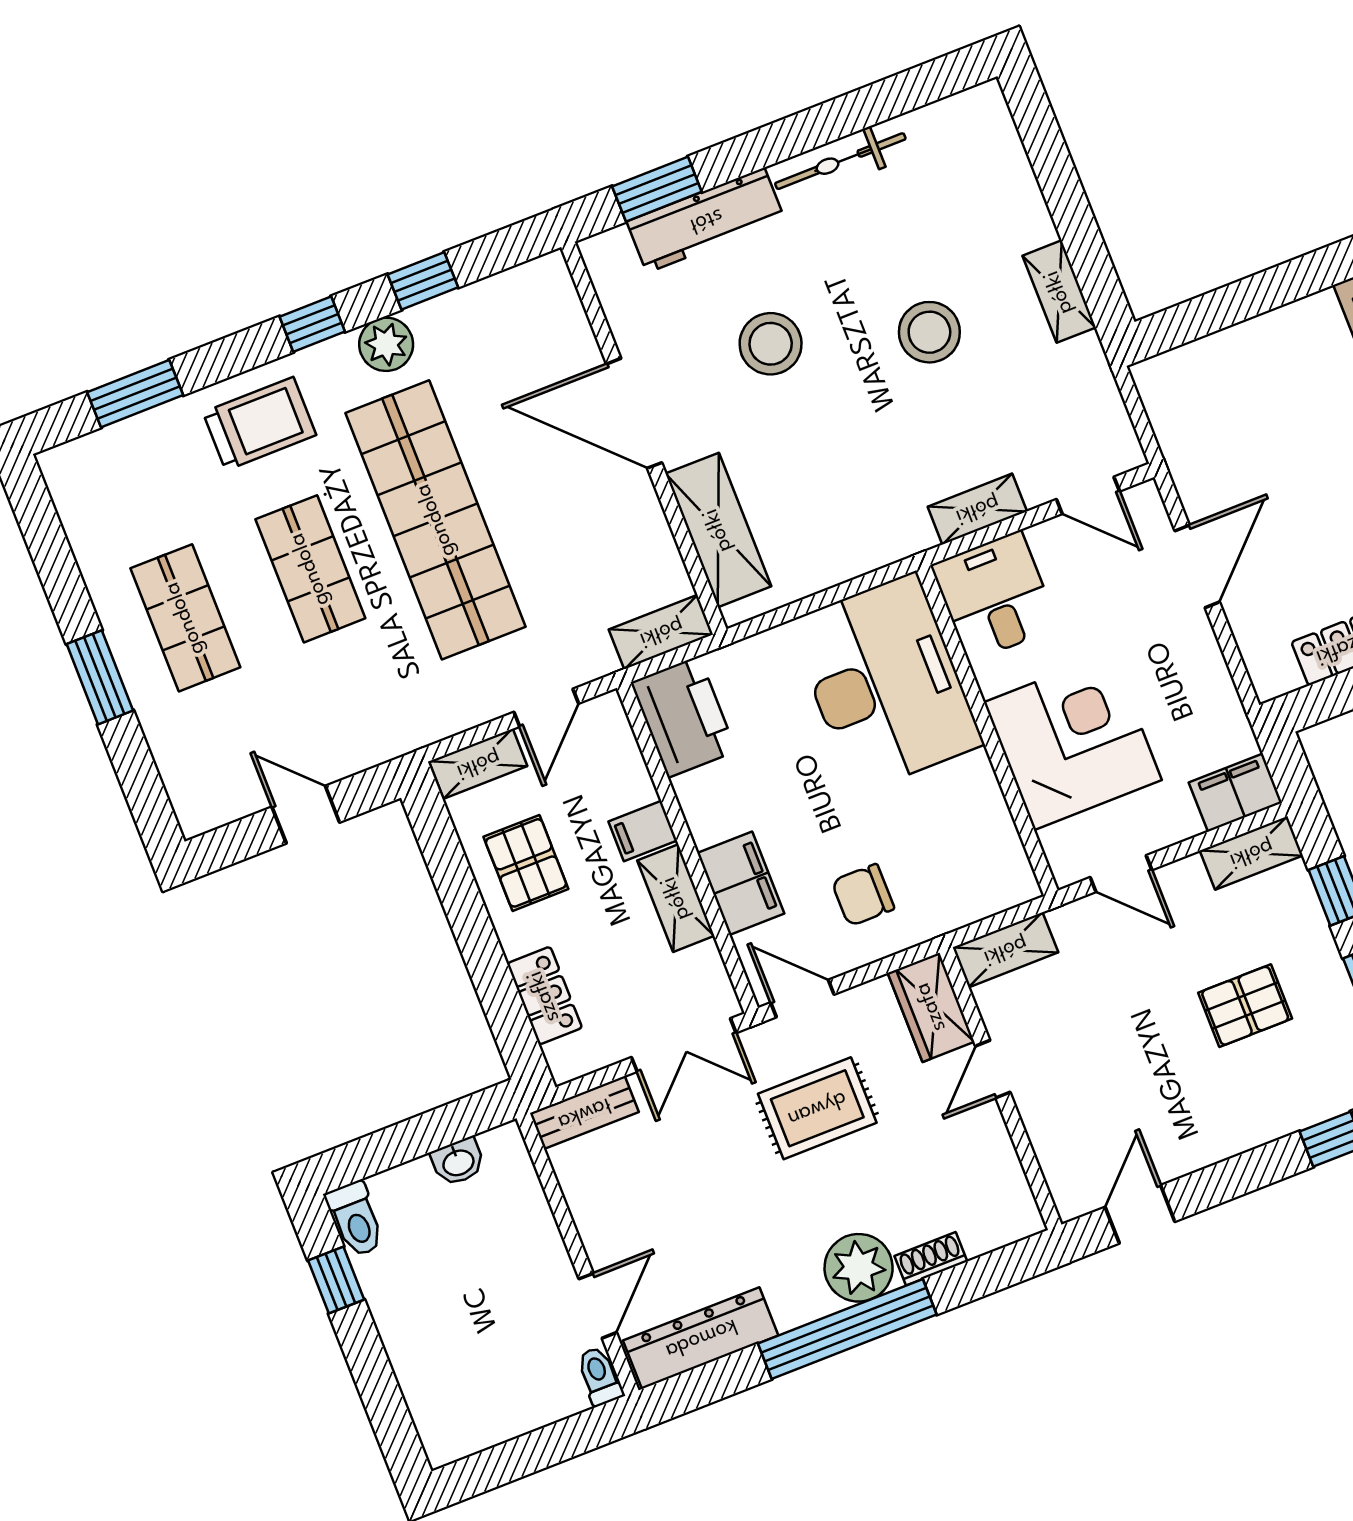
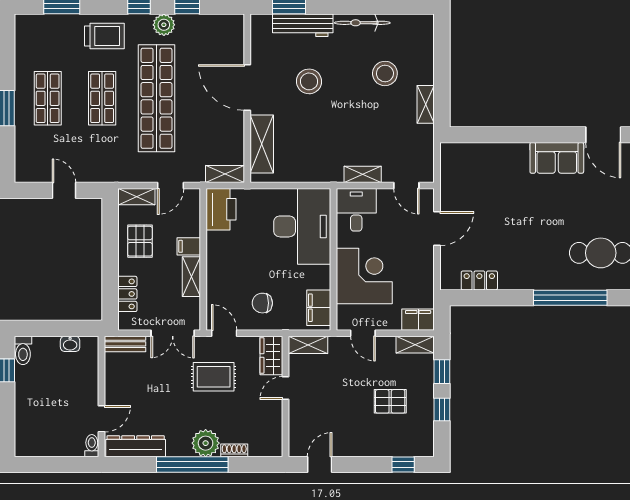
stool: (929, 332) -> (385, 73), moved
filing cabinet: (741, 883) -> (319, 308), moved, turned 180

